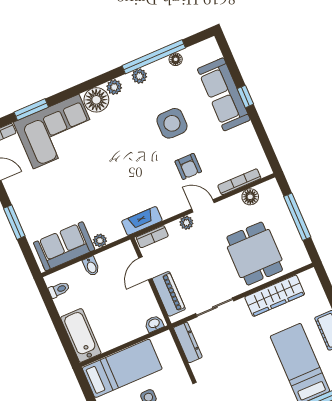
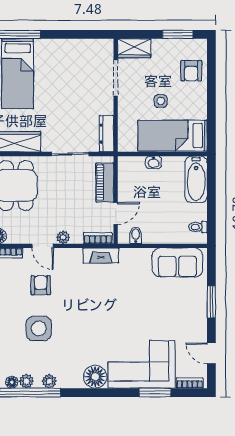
plant: (114, 87) -> (26, 381), moved
plant: (100, 240) -> (144, 254), removed
bidet: (91, 266) -> (136, 235), moved
washbasin: (154, 324) -> (154, 162), moved

